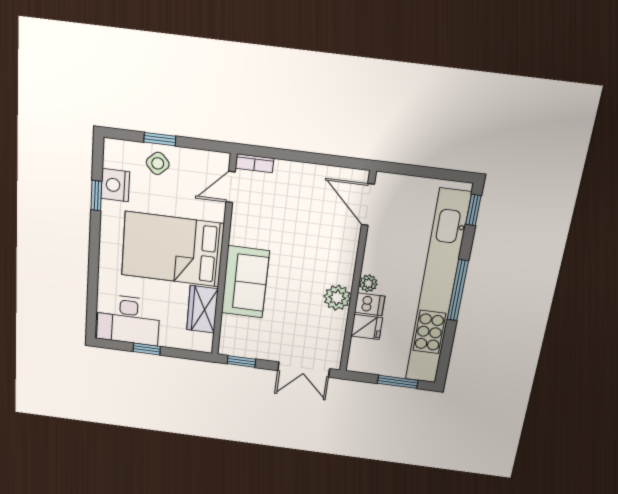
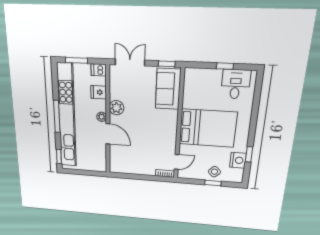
door: (368, 205) -> (108, 134), moved
sofa: (245, 282) -> (168, 89), moved
dishwasher: (370, 304) -> (99, 70), moved
wardrobe: (202, 309) -> (191, 95), removed
desk: (128, 320) -> (235, 84), width x0.73

